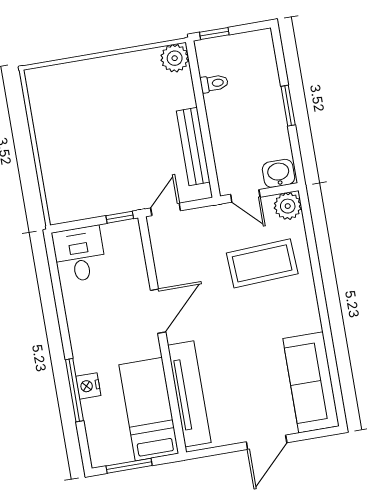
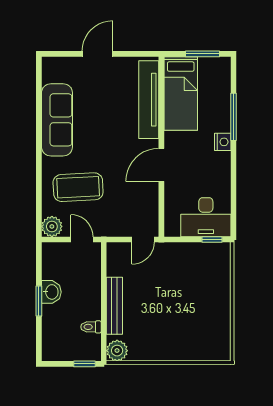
bench: (193, 147) -> (114, 306), moved
washbasin: (279, 173) -> (51, 292), moved, turned -90
window: (120, 217) -> (212, 239), moved
desk: (79, 254) -> (206, 217), width x1.37
sofa: (311, 382) -> (57, 120), moved
nightstand: (88, 386) -> (223, 142), moved

